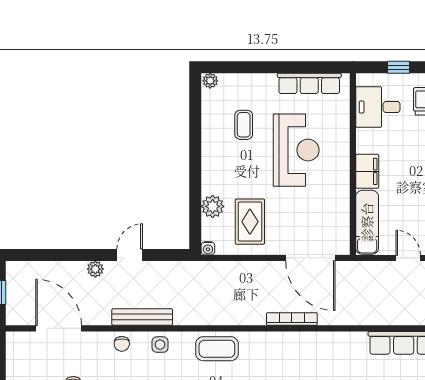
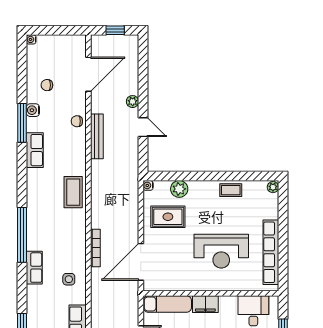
row of seats: (309, 83) -> (271, 252), width x1.36
coffee table: (244, 125) -> (231, 190), moved
side table: (160, 345) -> (69, 279), moved

